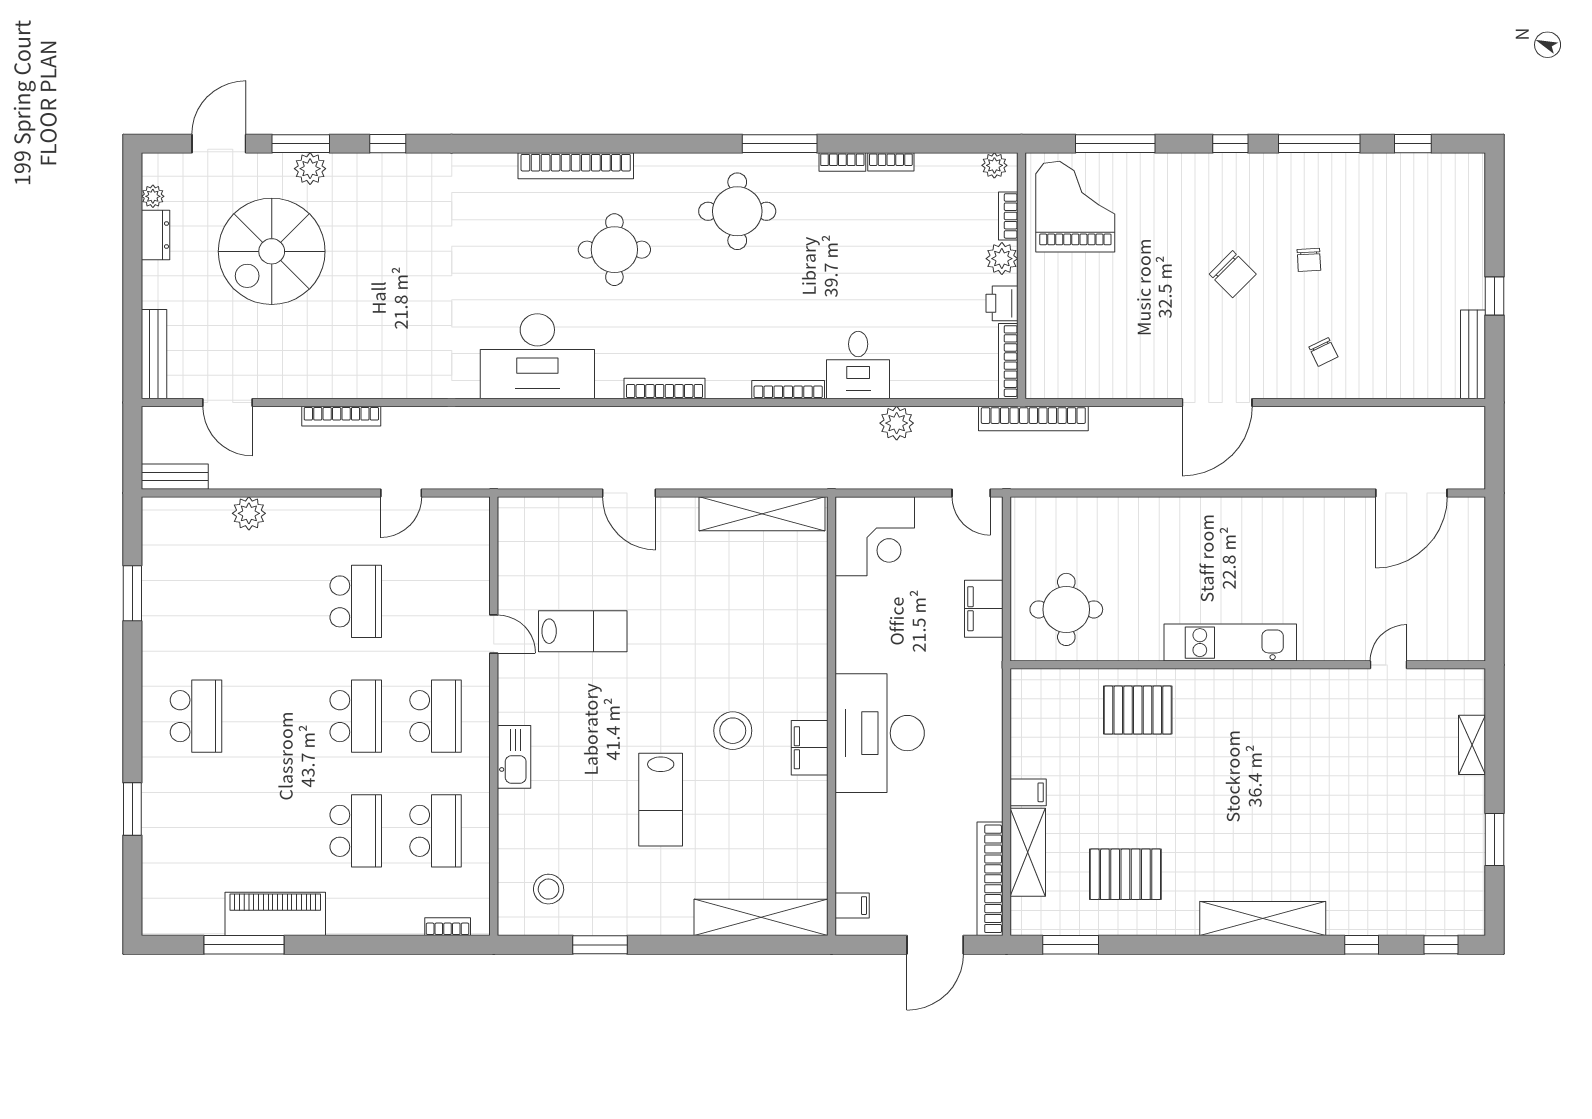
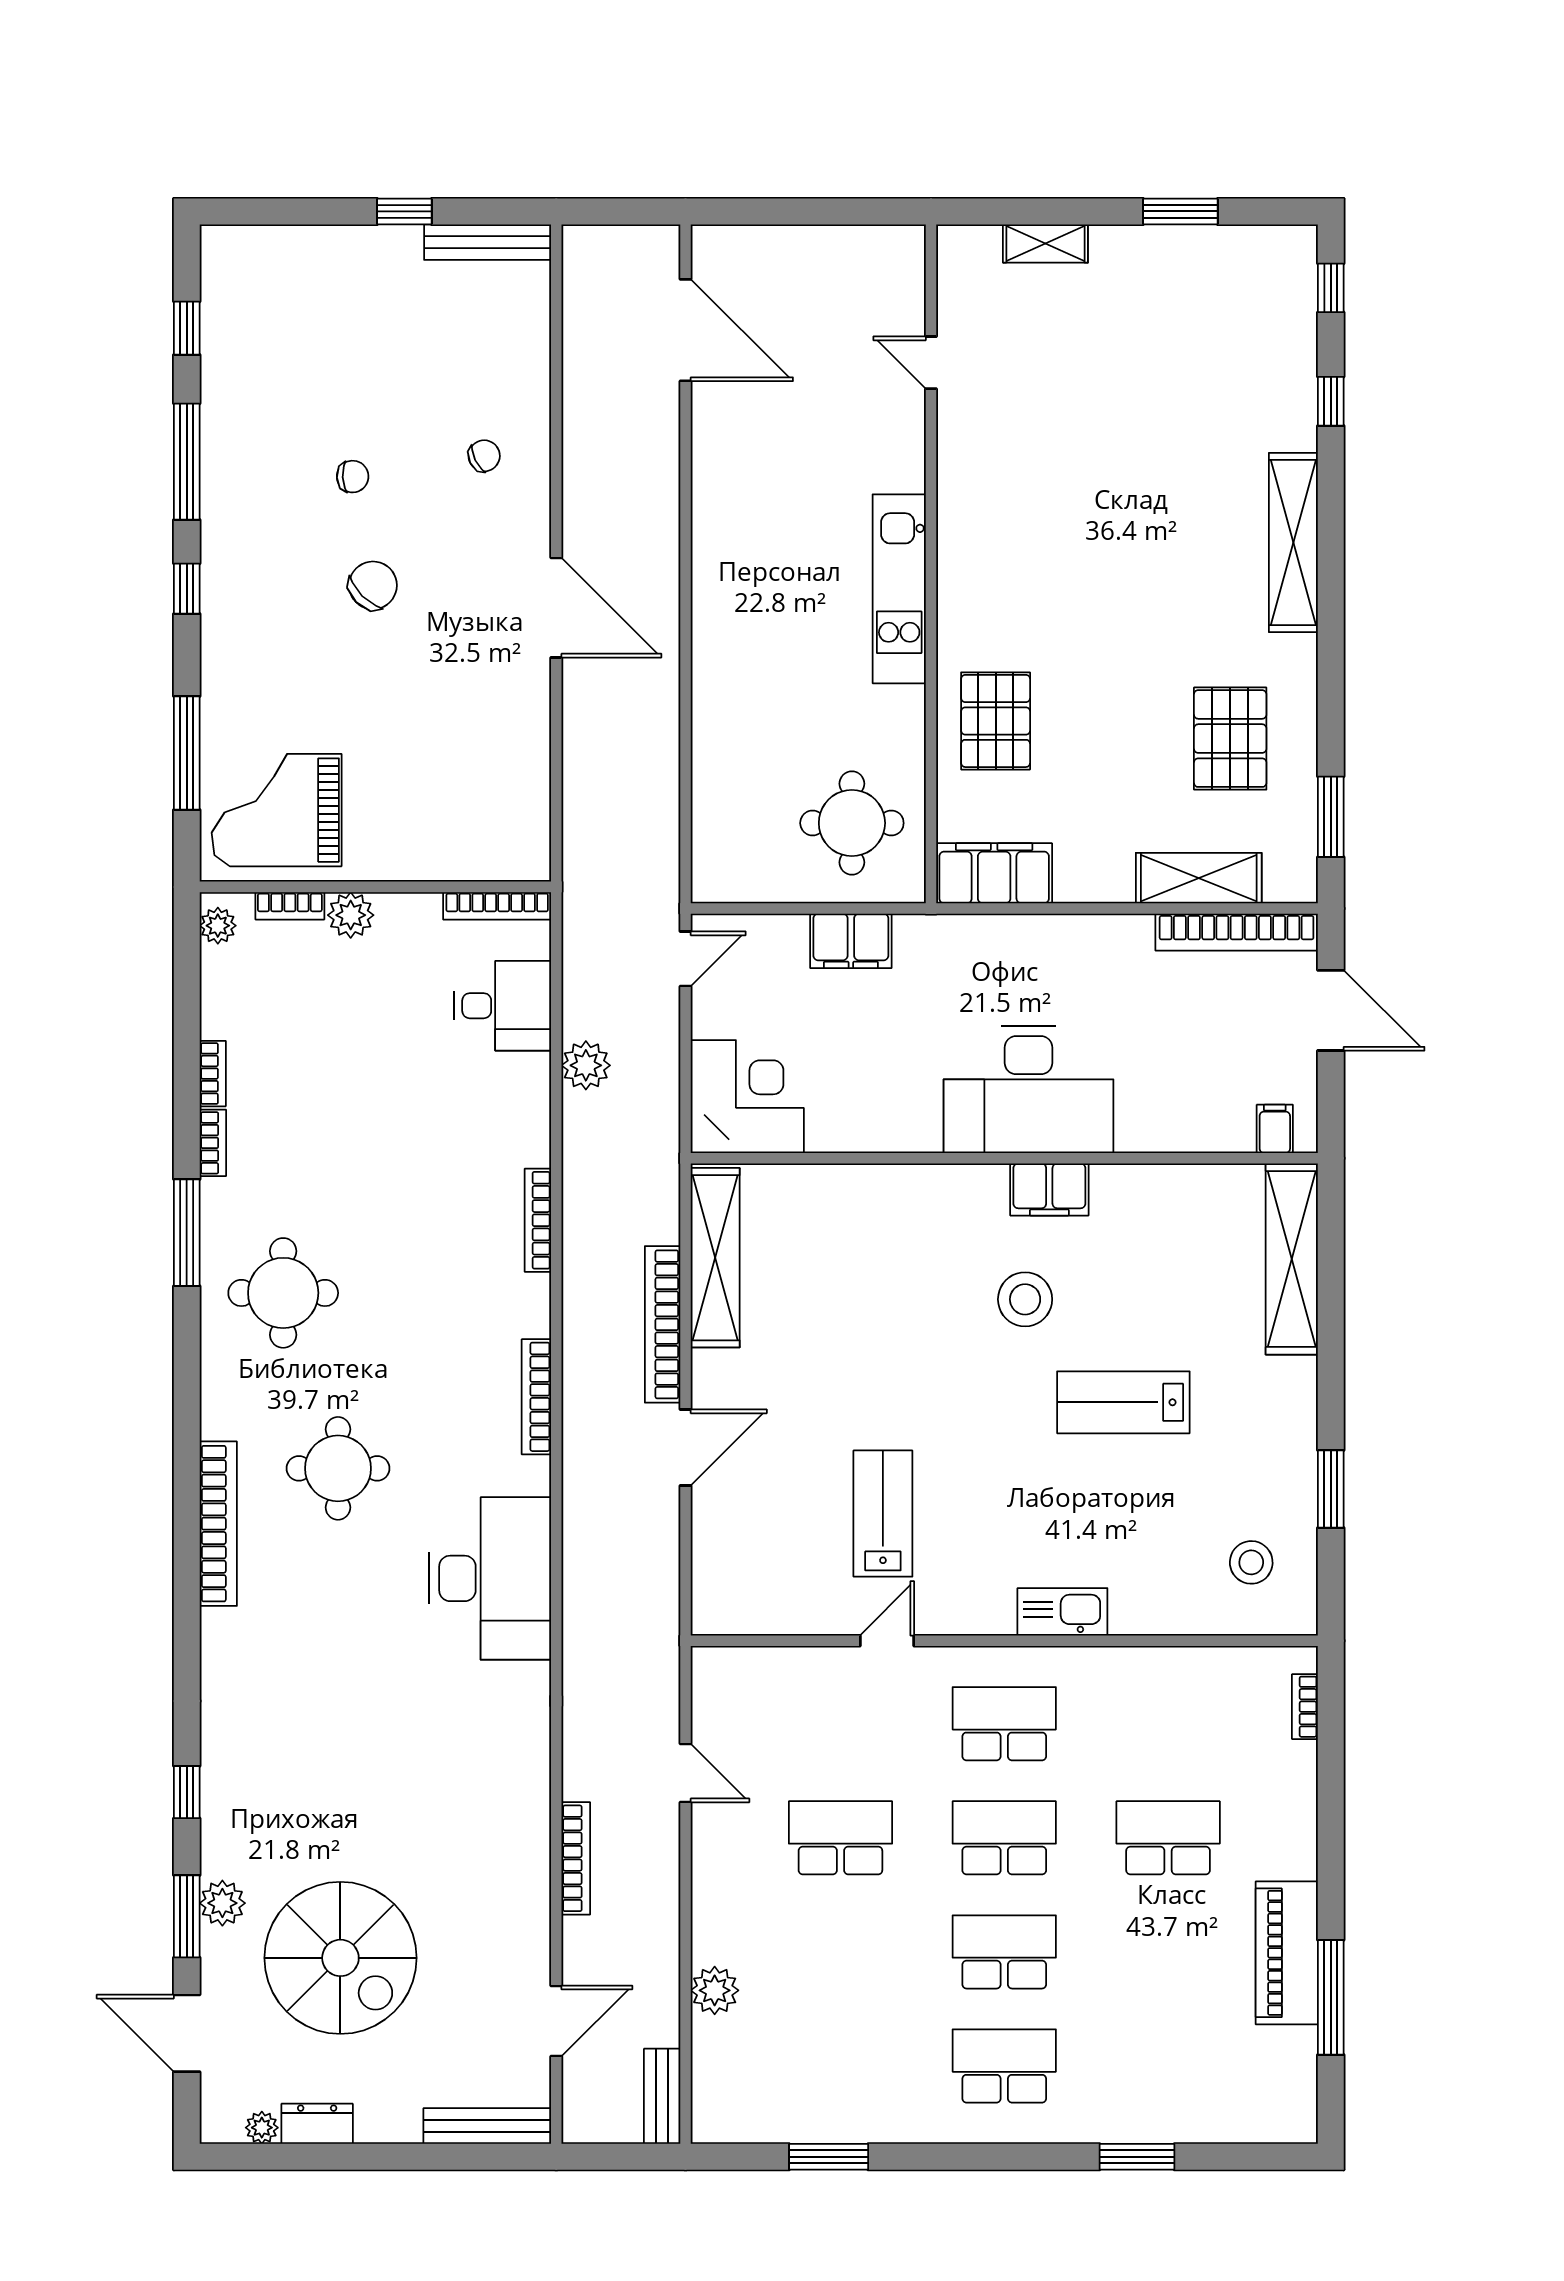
printer: (1002, 303) -> (415, 915), removed
desk: (858, 365) -> (503, 1006), moved
bookcase: (1033, 419) -> (663, 1324), moved, turned 180
filing cabinet: (1028, 792) -> (994, 873), moved, width x3.00, depth x1.17
lab bench: (661, 800) -> (1123, 1402), turned 180
school desk: (436, 831) -> (1004, 1952), moved

